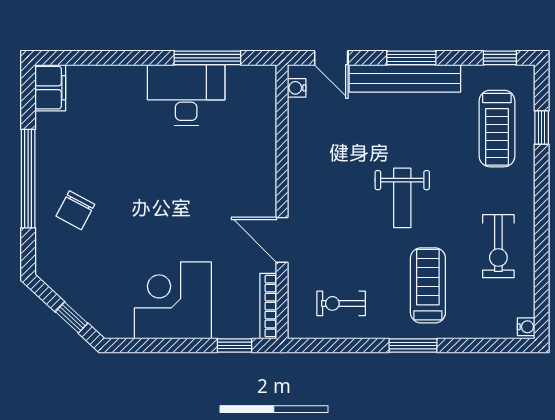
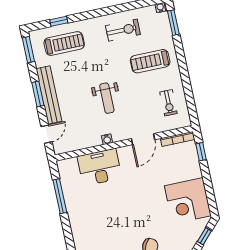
window: (500, 58) -> (28, 50), width x1.50
water cooler: (297, 88) -> (107, 139), moved
desk: (186, 95) -> (100, 167), moved, turned 90
weight bench: (402, 198) -> (107, 98), moved, turned 90
corner desk: (173, 300) -> (188, 201), moved
window: (413, 345) -> (173, 23), moved

